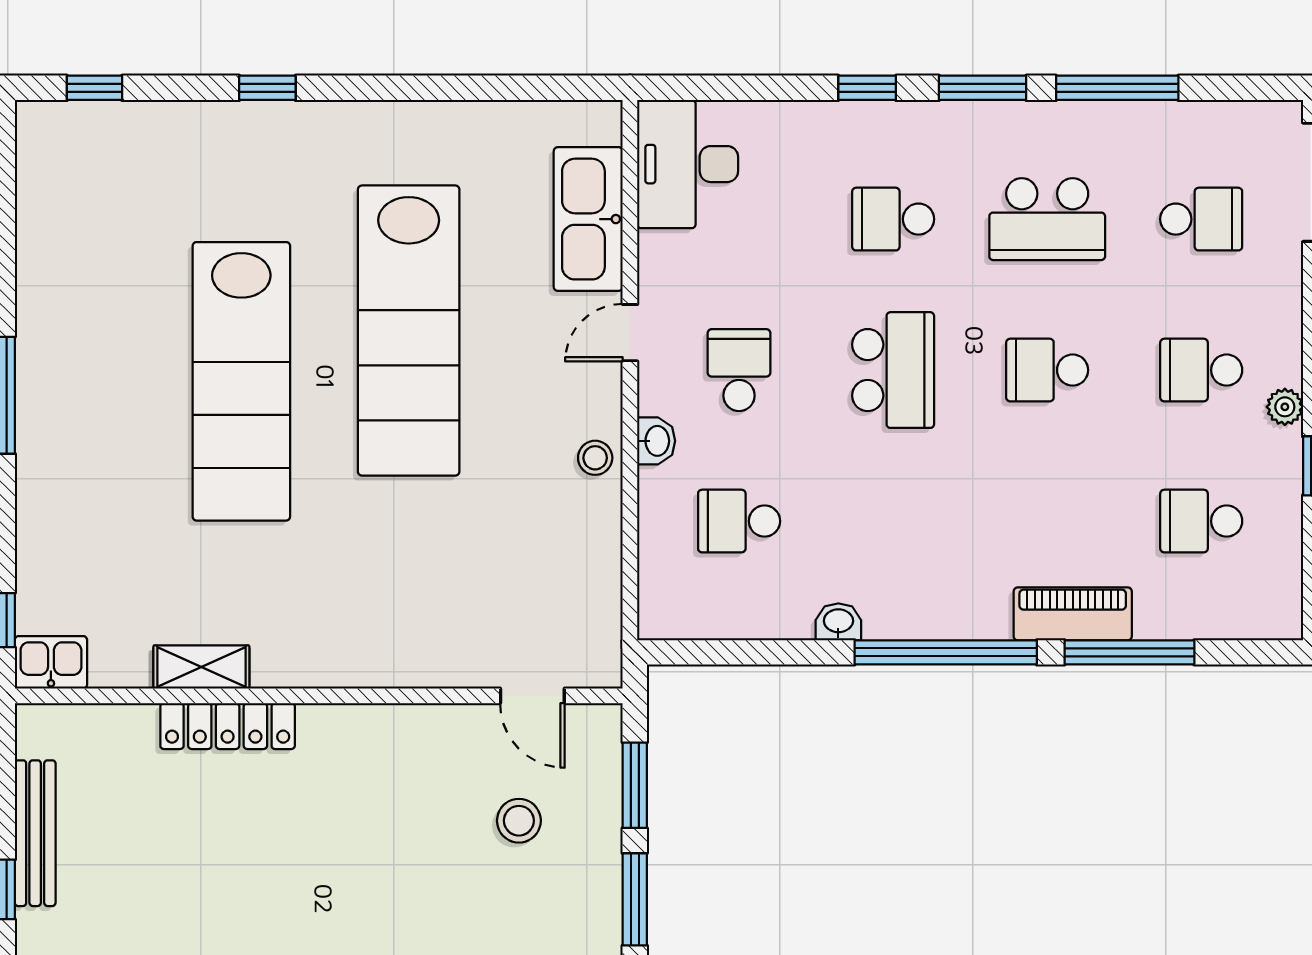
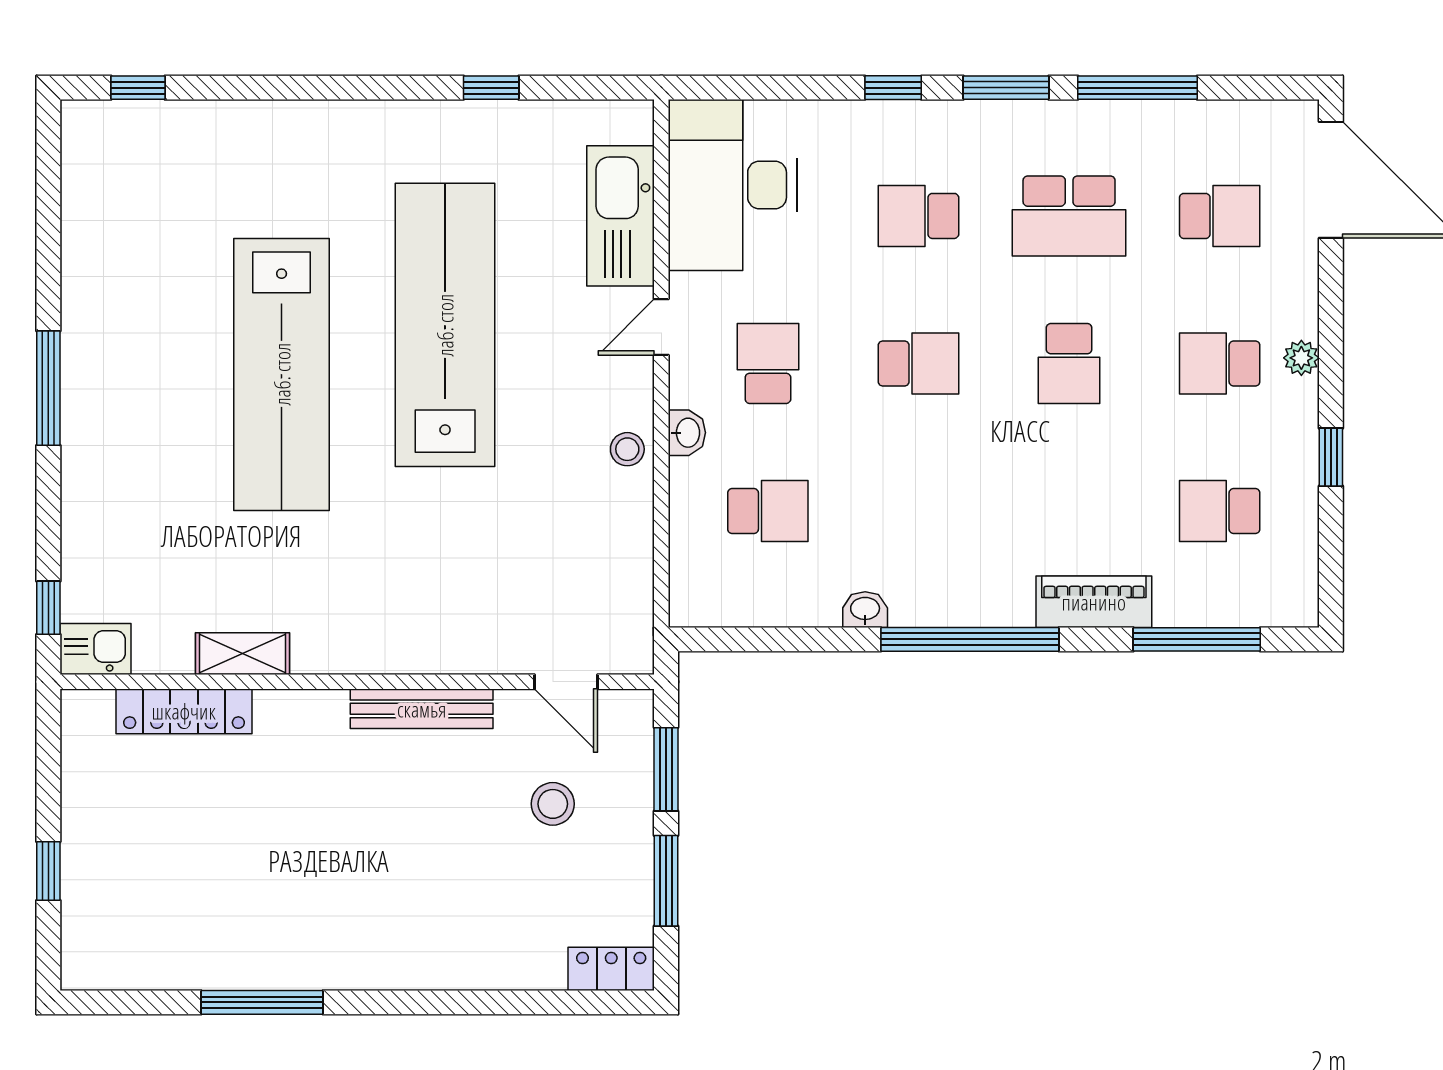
window: (267, 88) -> (491, 88), moved
desk: (688, 164) -> (732, 185), width x1.36, depth x1.30
lab bench: (409, 331) -> (445, 325), turned 180
school desk: (893, 370) -> (918, 363), width x0.54
school desk: (1047, 370) -> (1069, 363), turned -90
plant: (1285, 407) -> (1301, 358), moved
school desk: (739, 521) -> (768, 511), turned 180
window: (1129, 652) -> (1197, 639), moved
locker: (228, 726) -> (184, 711), moved
bench: (35, 833) -> (422, 709), moved, turned 90

